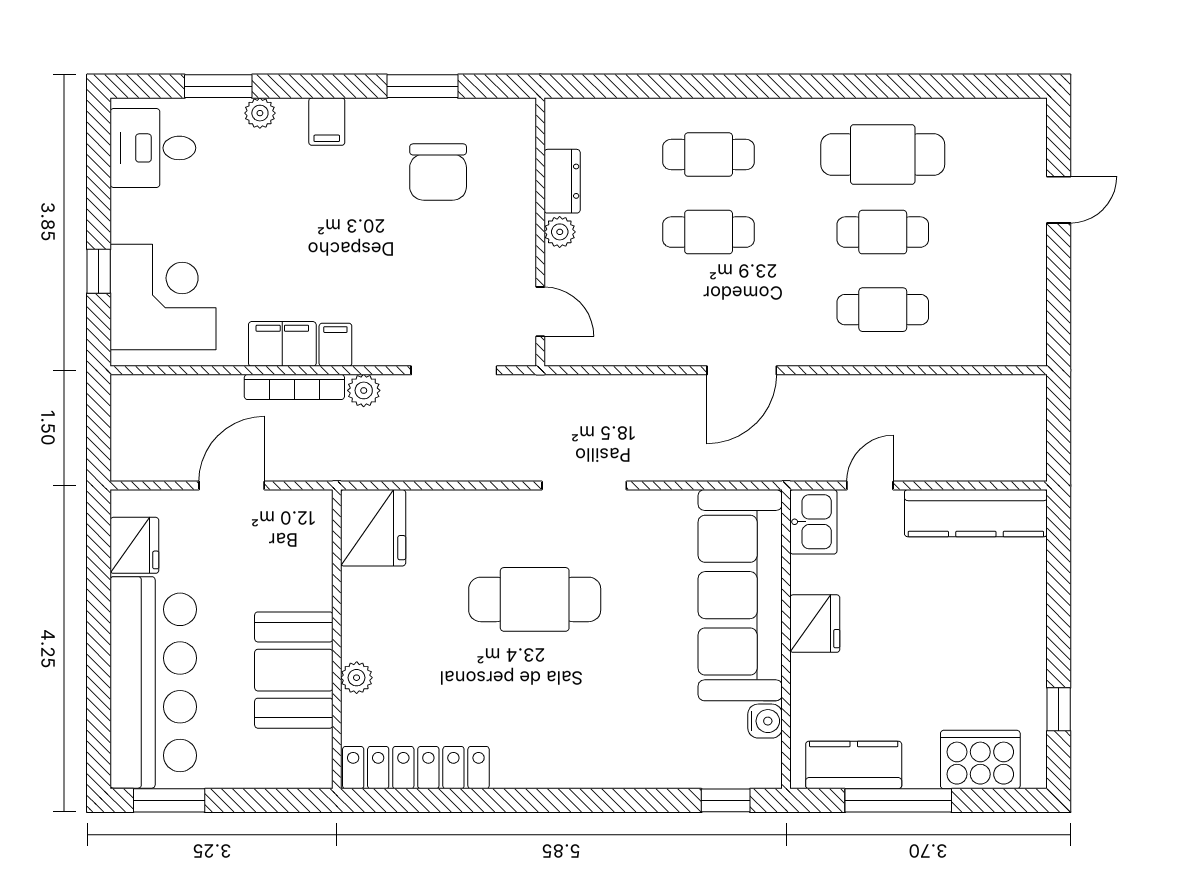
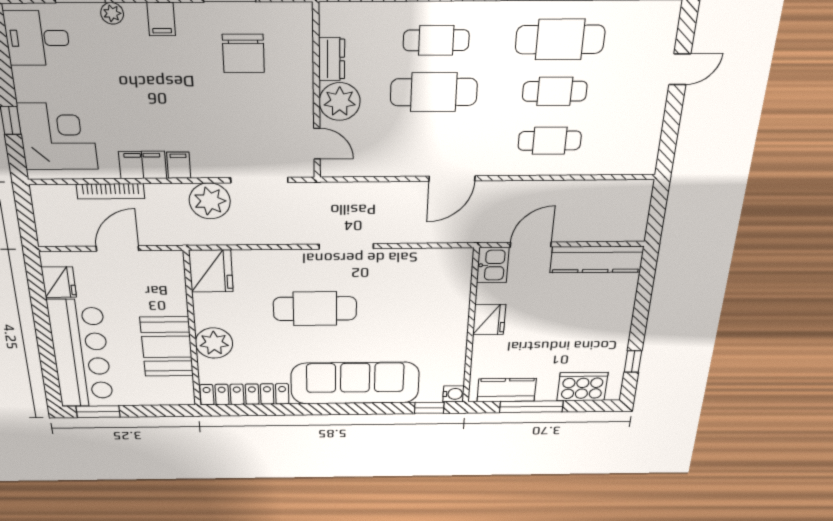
plant: (560, 232) -> (340, 102), width x1.87, depth x1.87
cafe table: (709, 232) -> (434, 92), width x1.37, depth x1.35
bookcase: (294, 387) -> (110, 191), moved
plant: (364, 390) -> (210, 201), width x1.88, depth x1.88
door: (870, 486) -> (531, 245), width x1.38
sofa: (740, 595) -> (355, 383), moved, turned 90
plant: (357, 678) -> (214, 343), width x1.88, depth x1.88
water cooler: (765, 721) -> (454, 394), moved

